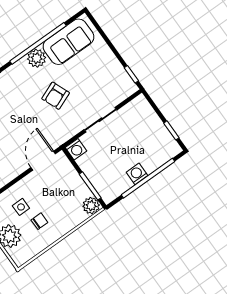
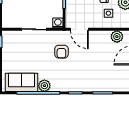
armchair: (56, 96) -> (61, 52), moved, turned 112
door: (43, 161) -> (79, 29), hinge flipped

